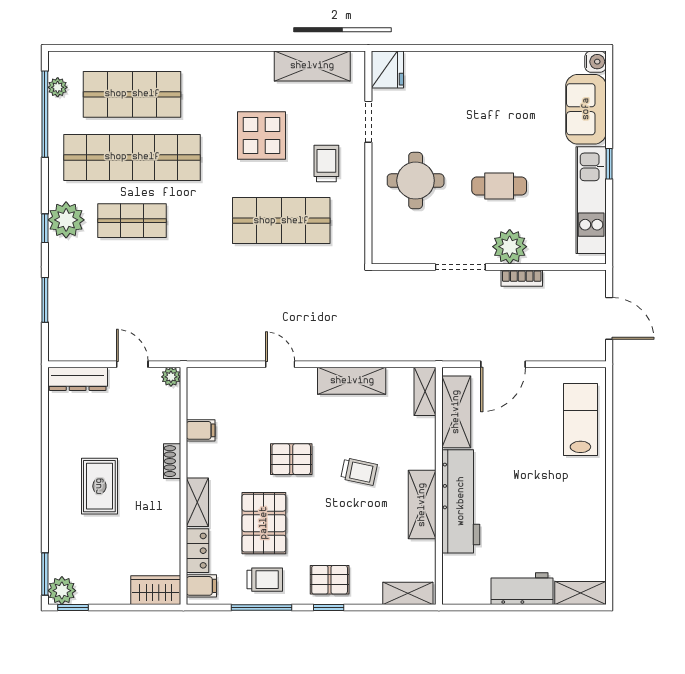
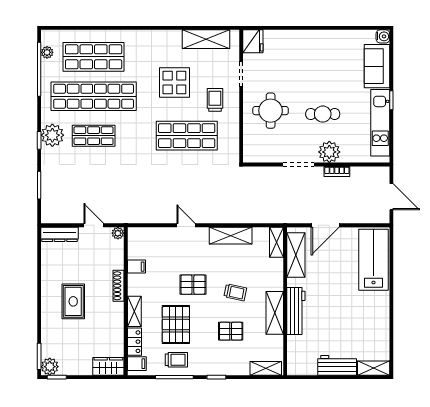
lab bench: (580, 420) -> (374, 260), width x1.36, depth x1.39
shoe rack: (172, 461) -> (119, 286), width x1.43
workbench: (461, 501) -> (296, 311), width x0.73, depth x0.76
pallet: (330, 580) -> (231, 331), moved

